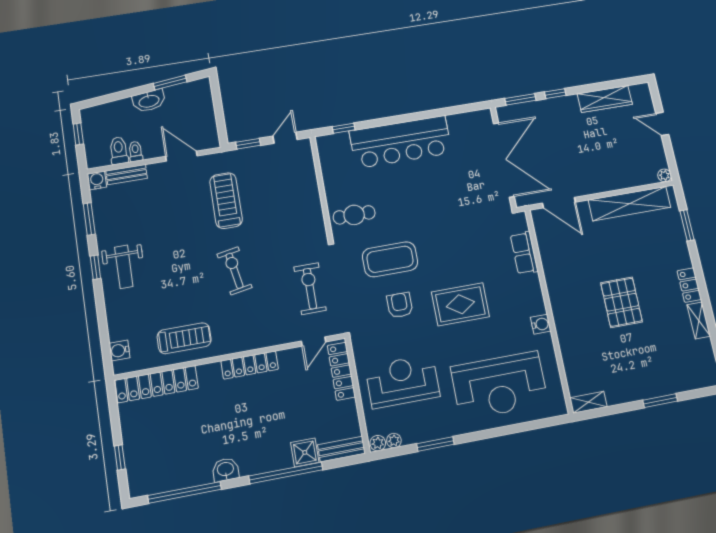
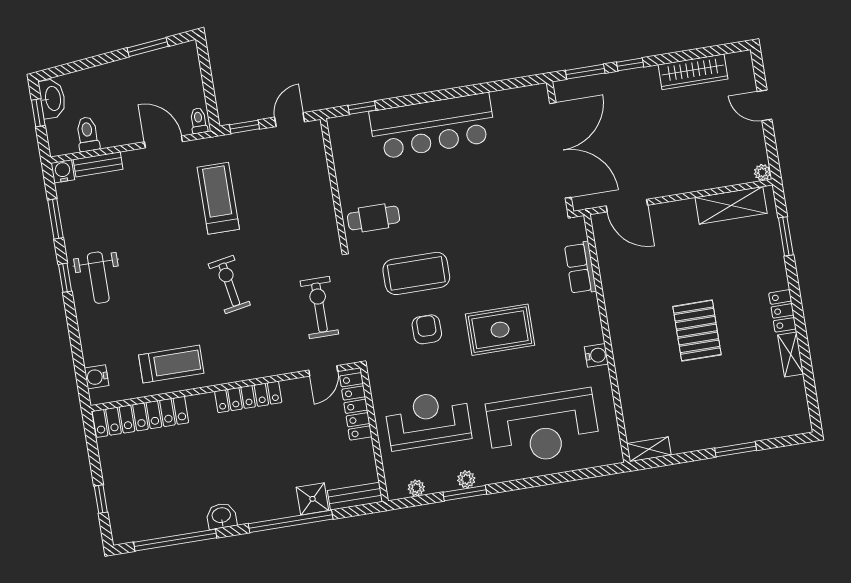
washbasin: (149, 101) -> (52, 99), moved, turned -84
toilet: (136, 151) -> (199, 121), moved
shelving: (629, 204) -> (731, 205), width x0.68
plant: (378, 443) -> (466, 479), moved

